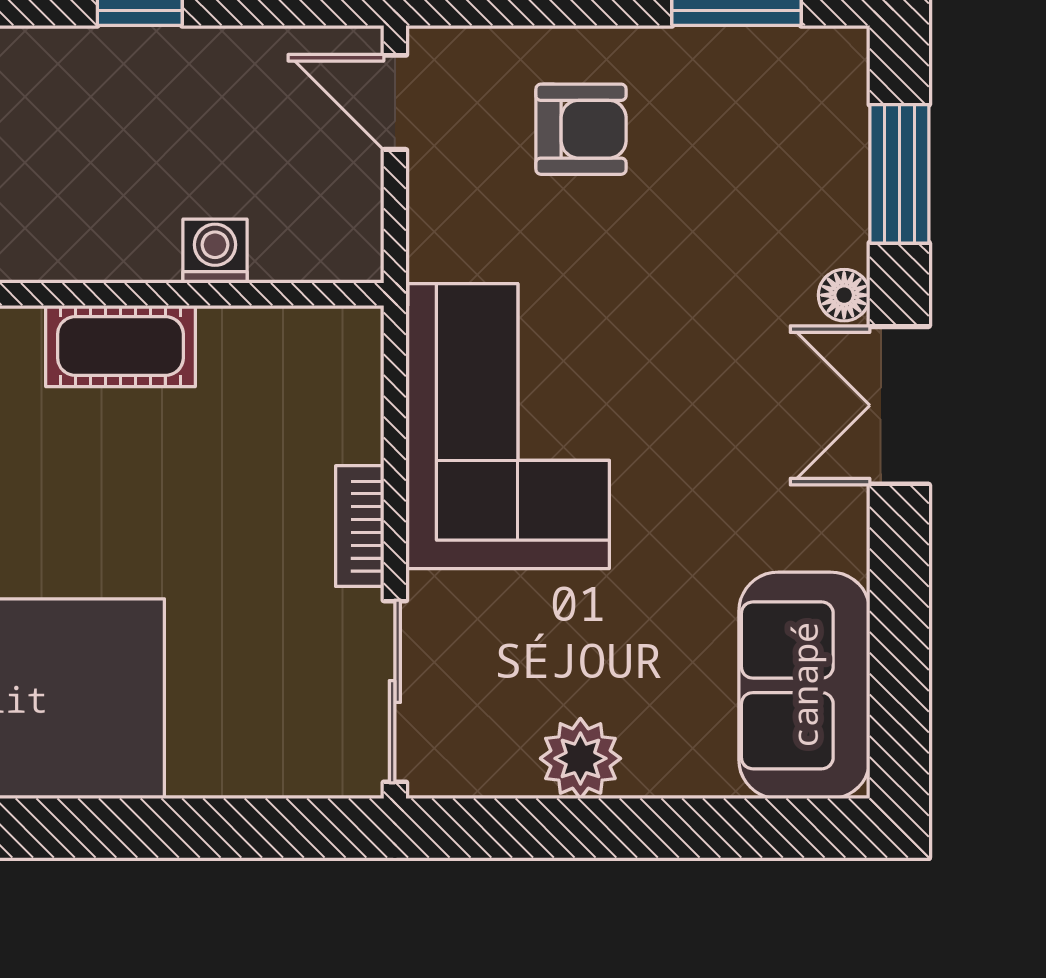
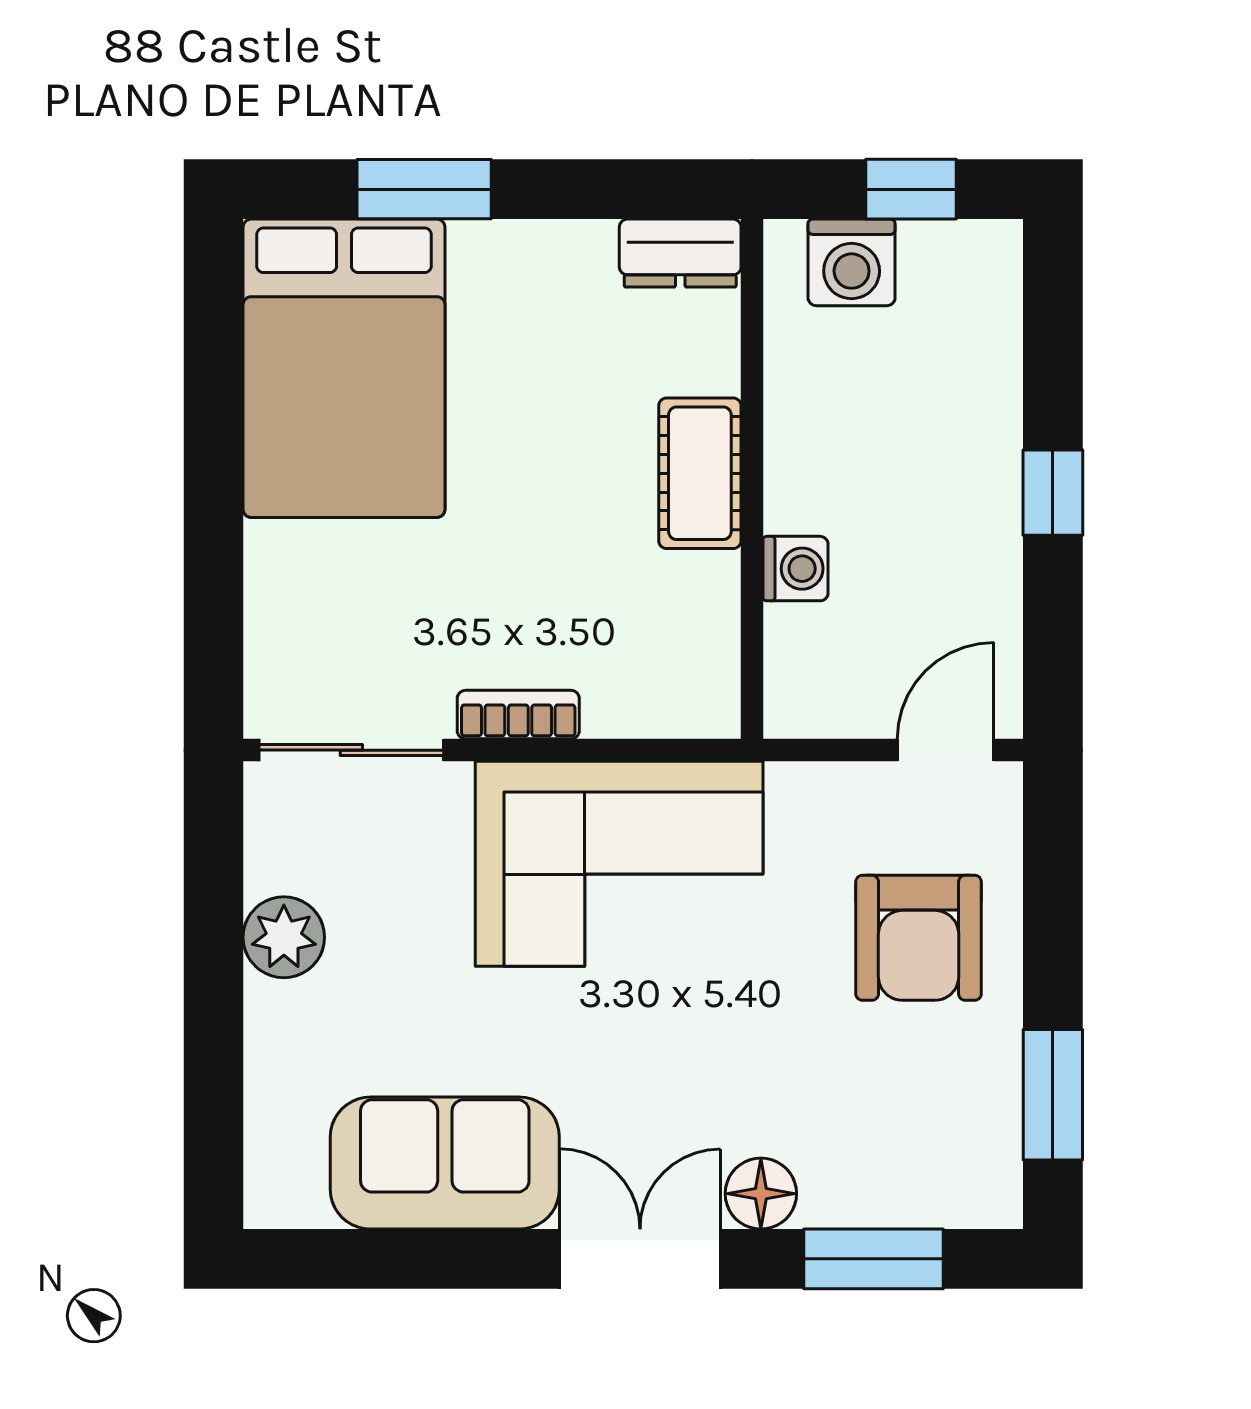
armchair: (581, 129) -> (919, 938), width x1.38, depth x1.38
floor lamp: (844, 295) -> (761, 1194), width x1.37, depth x1.37
sofa: (804, 685) -> (445, 1163), moved

